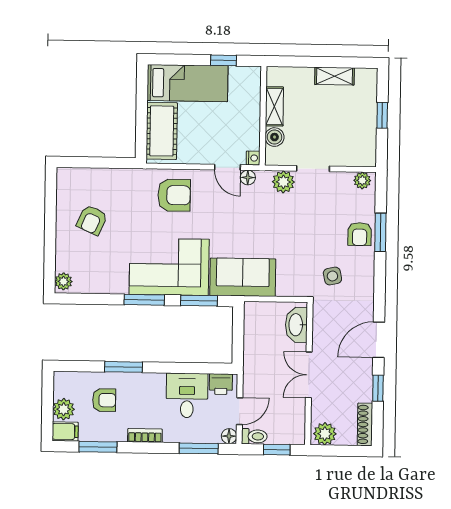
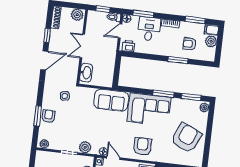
armchair: (174, 195) -> (142, 146), turned 90
armchair: (92, 220) -> (186, 138), width x1.88, depth x1.88
window: (199, 301) -> (191, 97), moved
double door: (309, 375) -> (82, 46), swing flipped
desk: (187, 395) -> (149, 29), moved, turned 180

